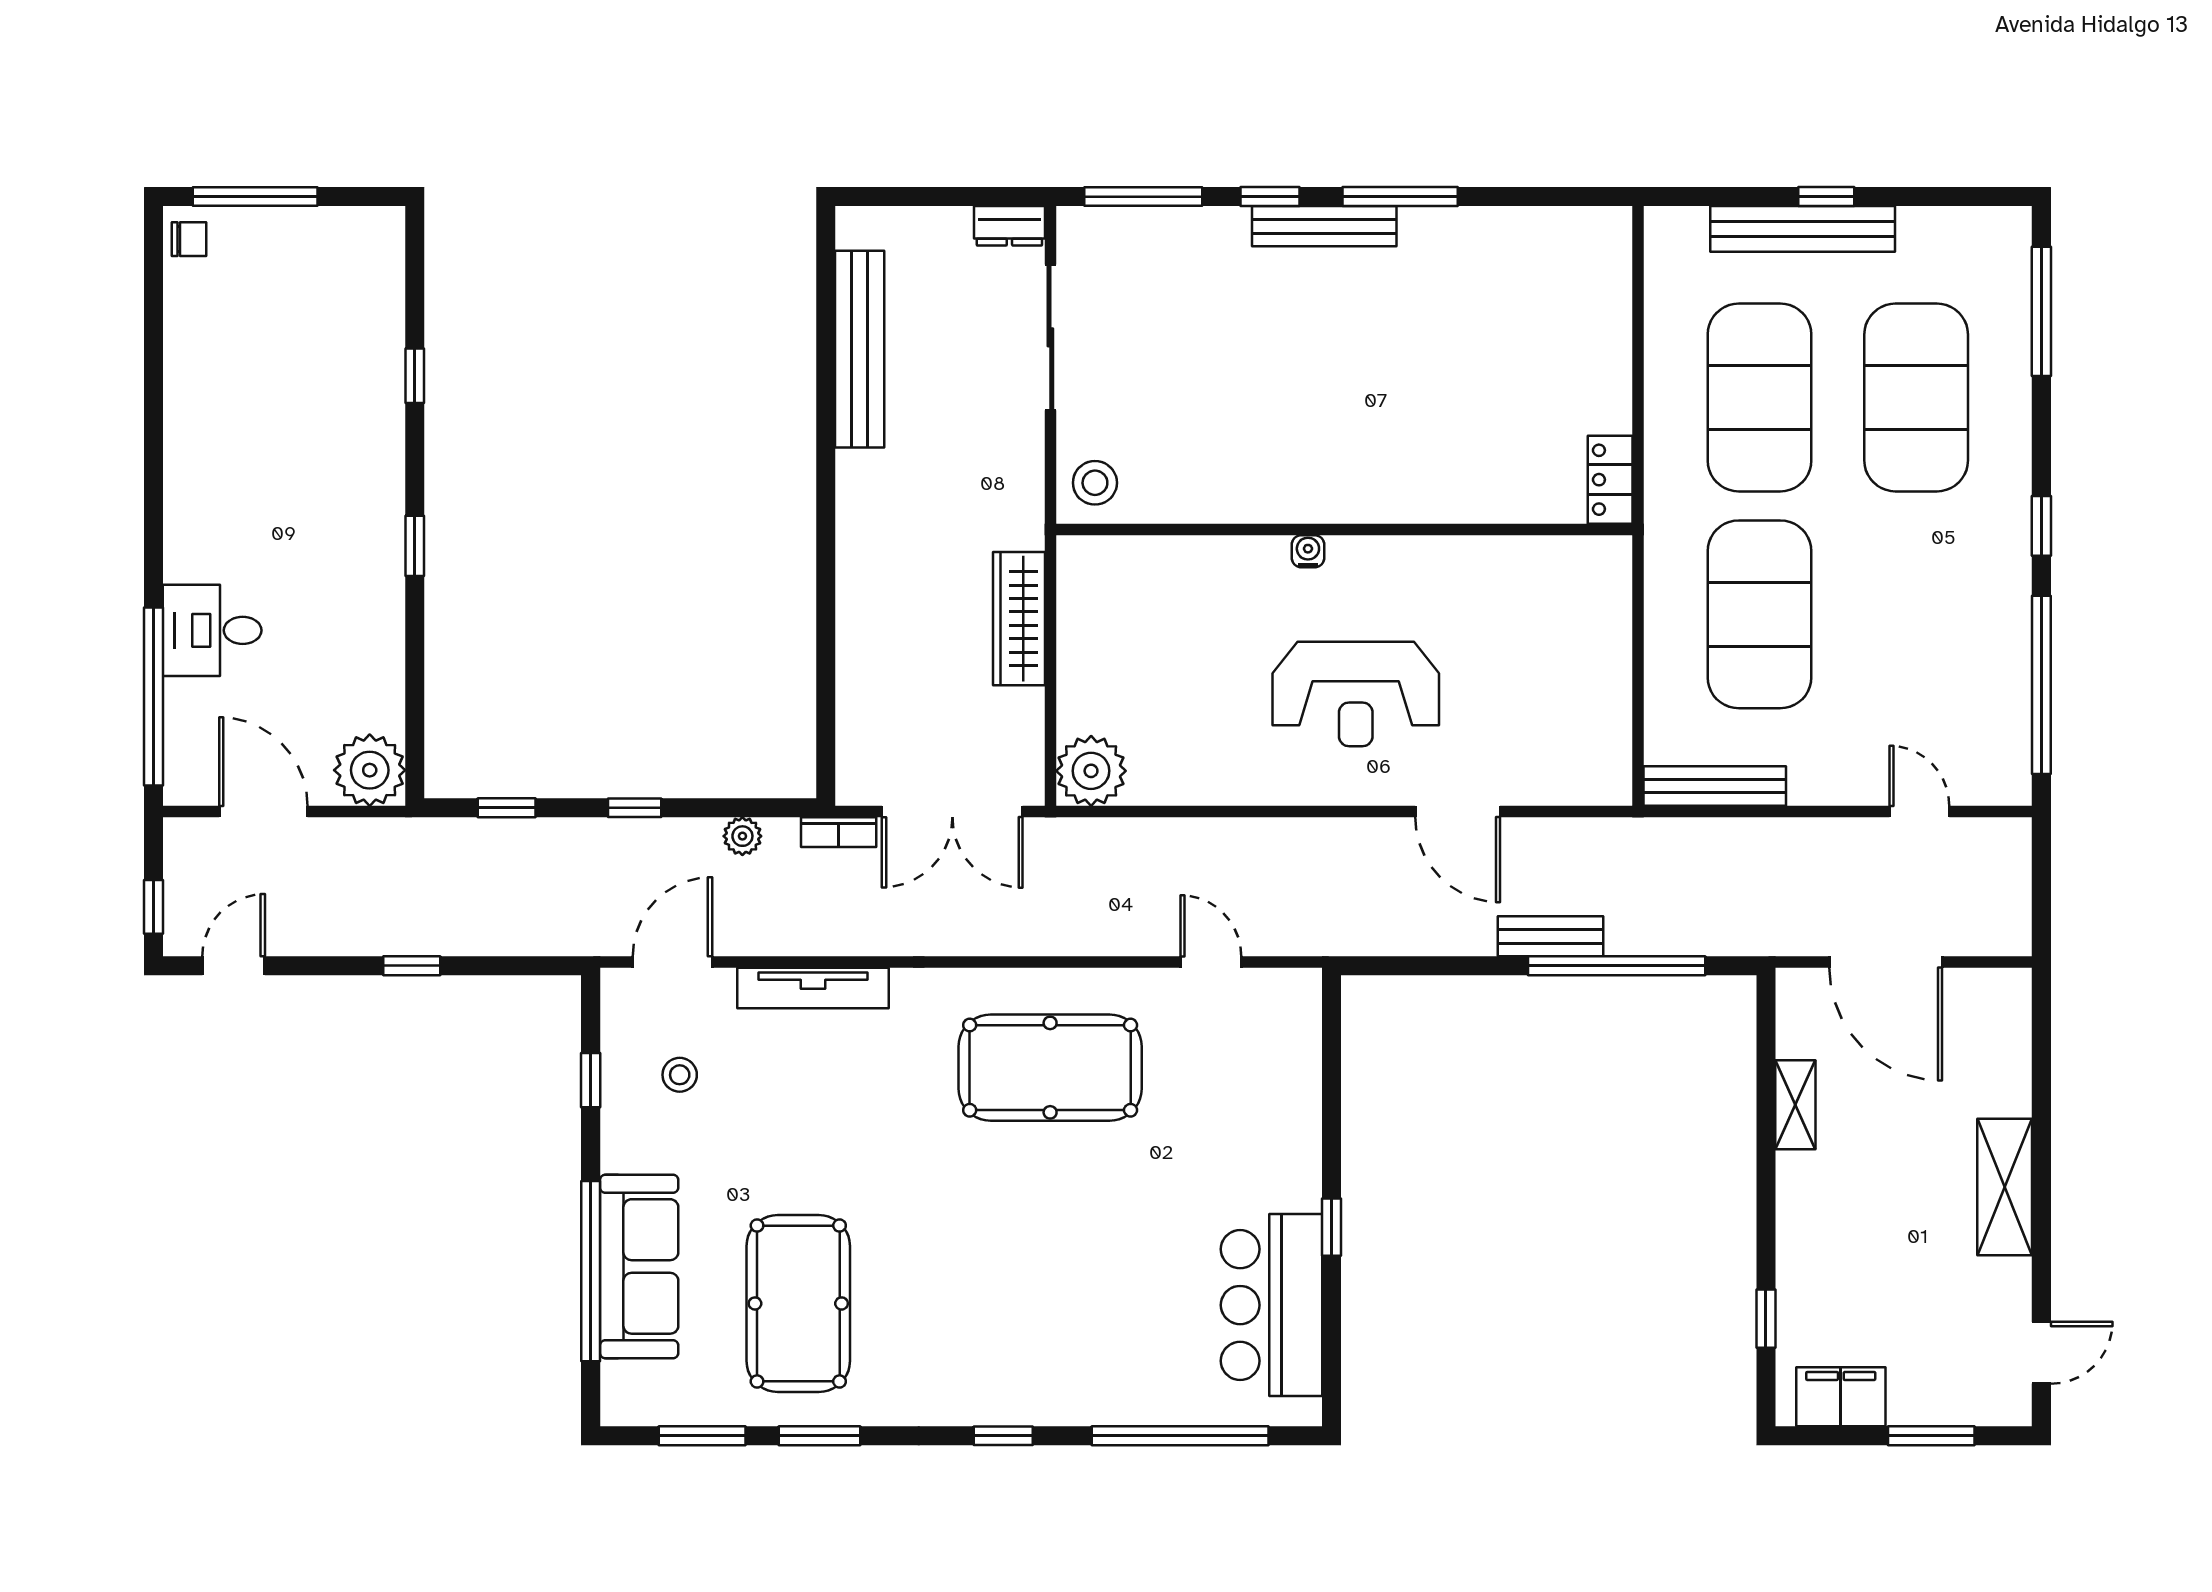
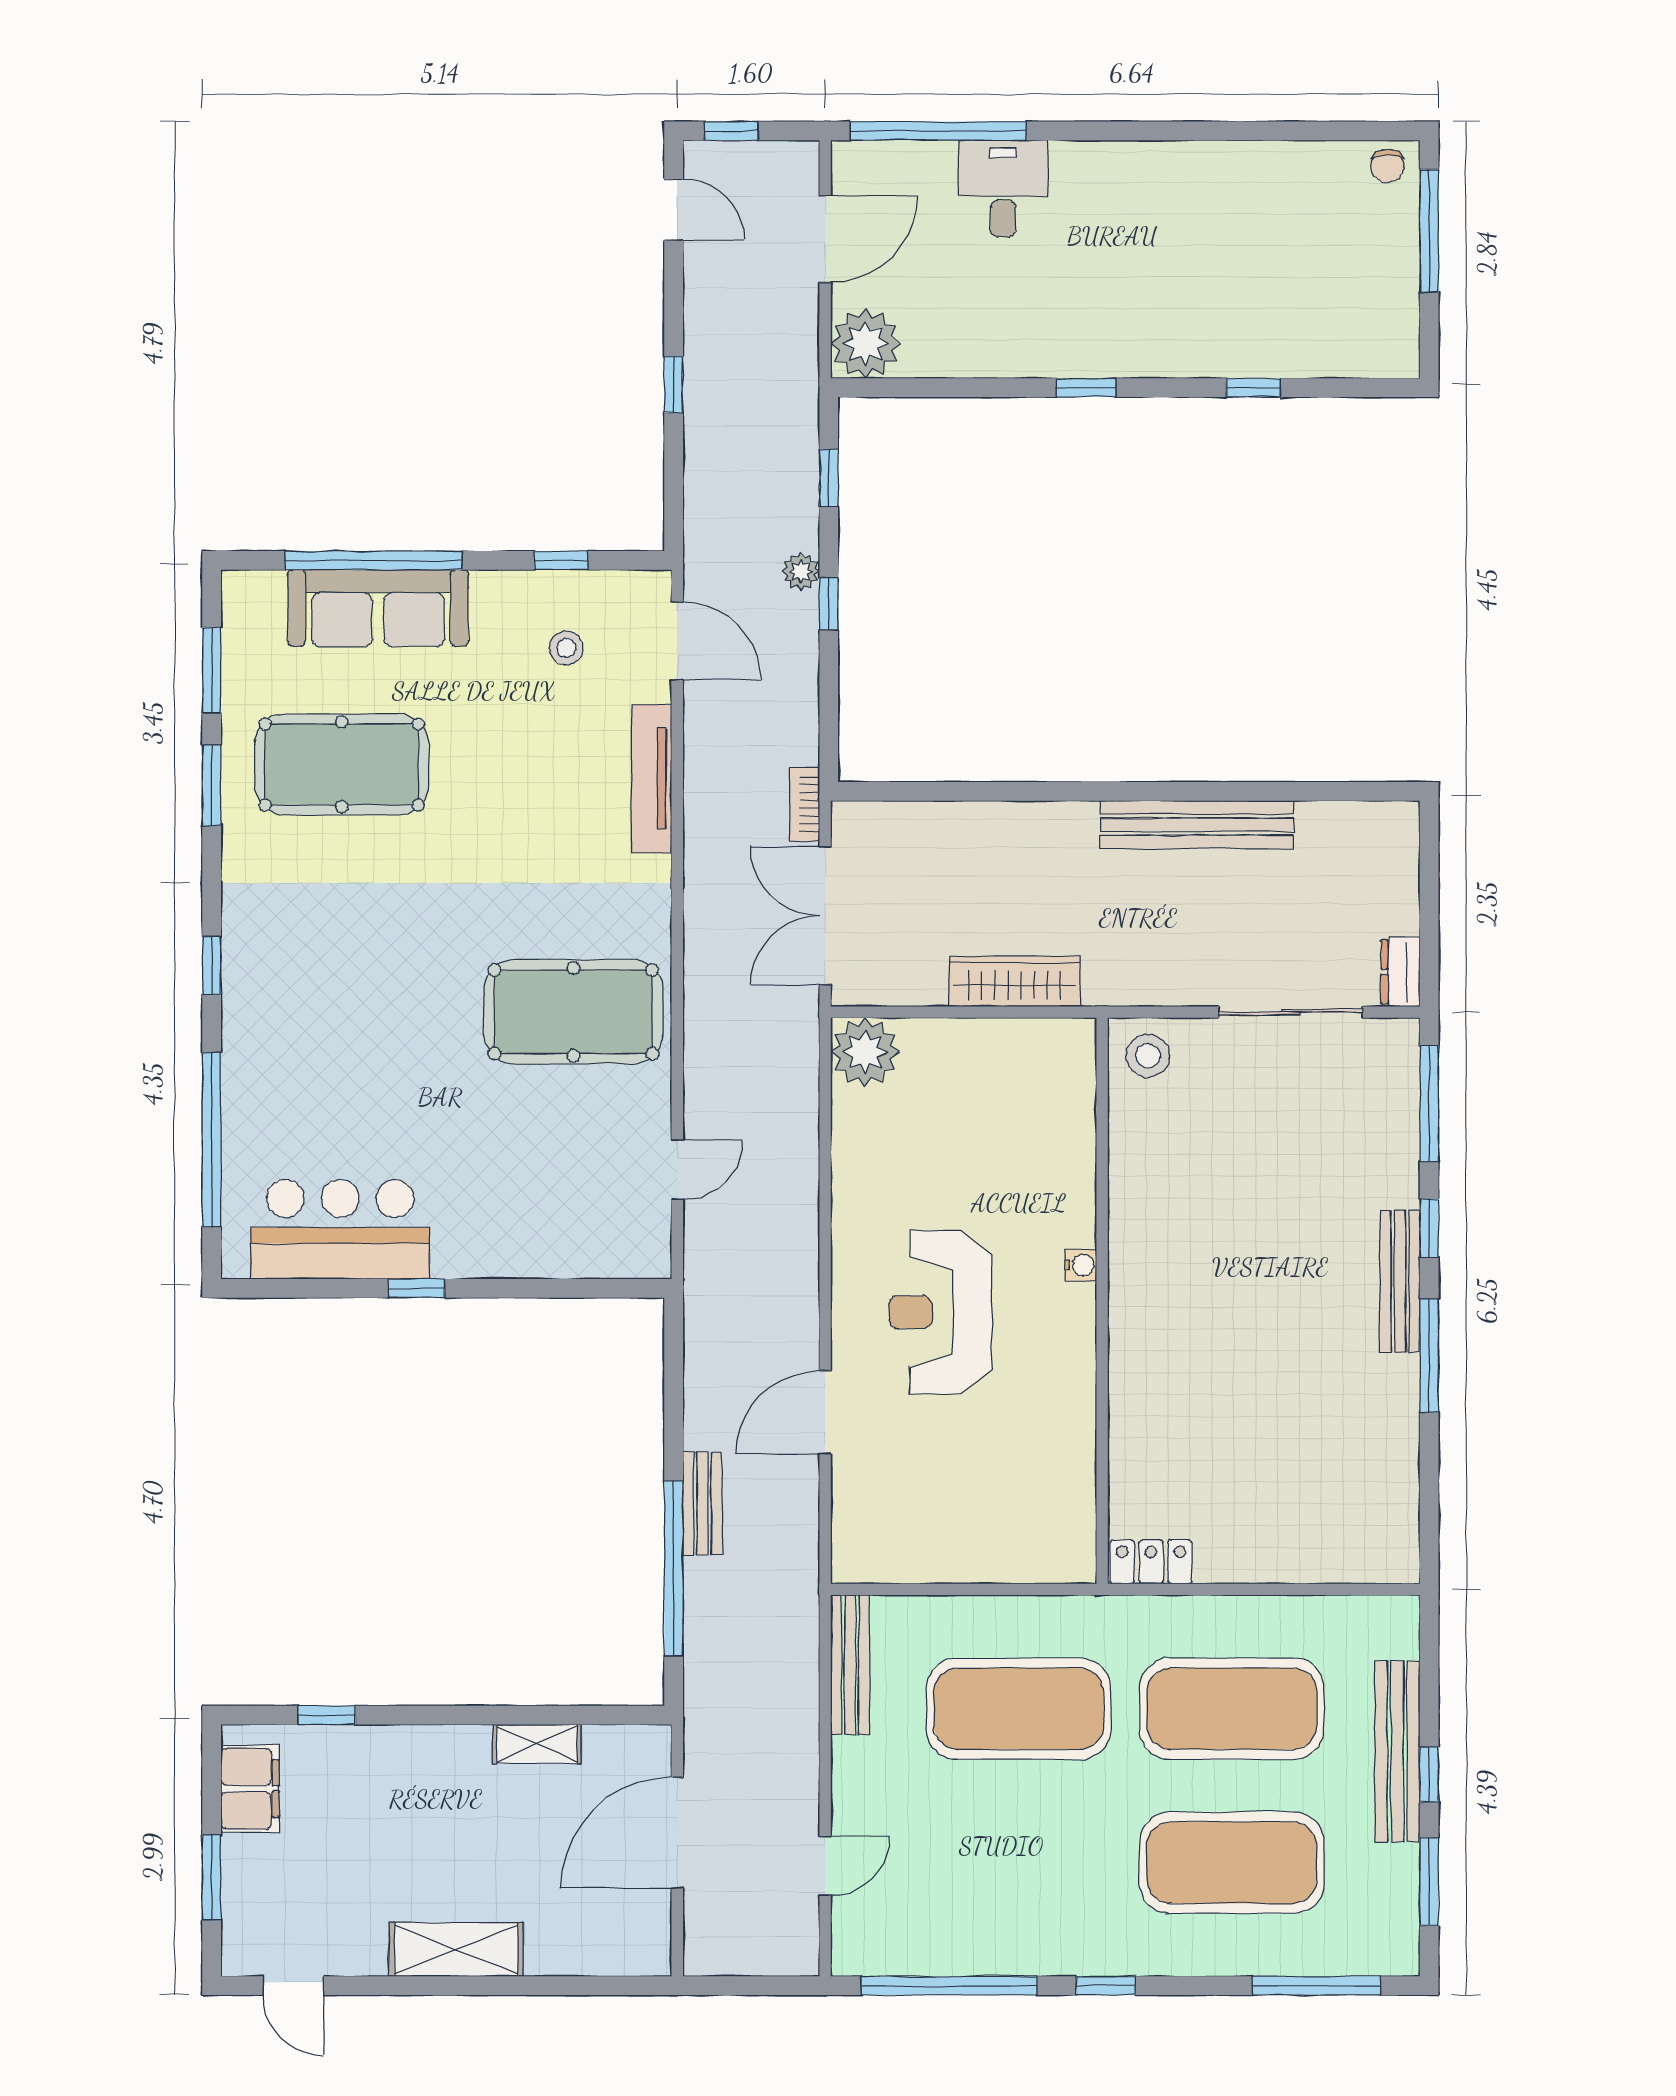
window: (1936, 197) -> (1429, 1882), added
bench: (860, 349) -> (1197, 825), moved
plant: (742, 836) -> (801, 571), moved
pool table: (1050, 1068) -> (573, 1012), turned 90

